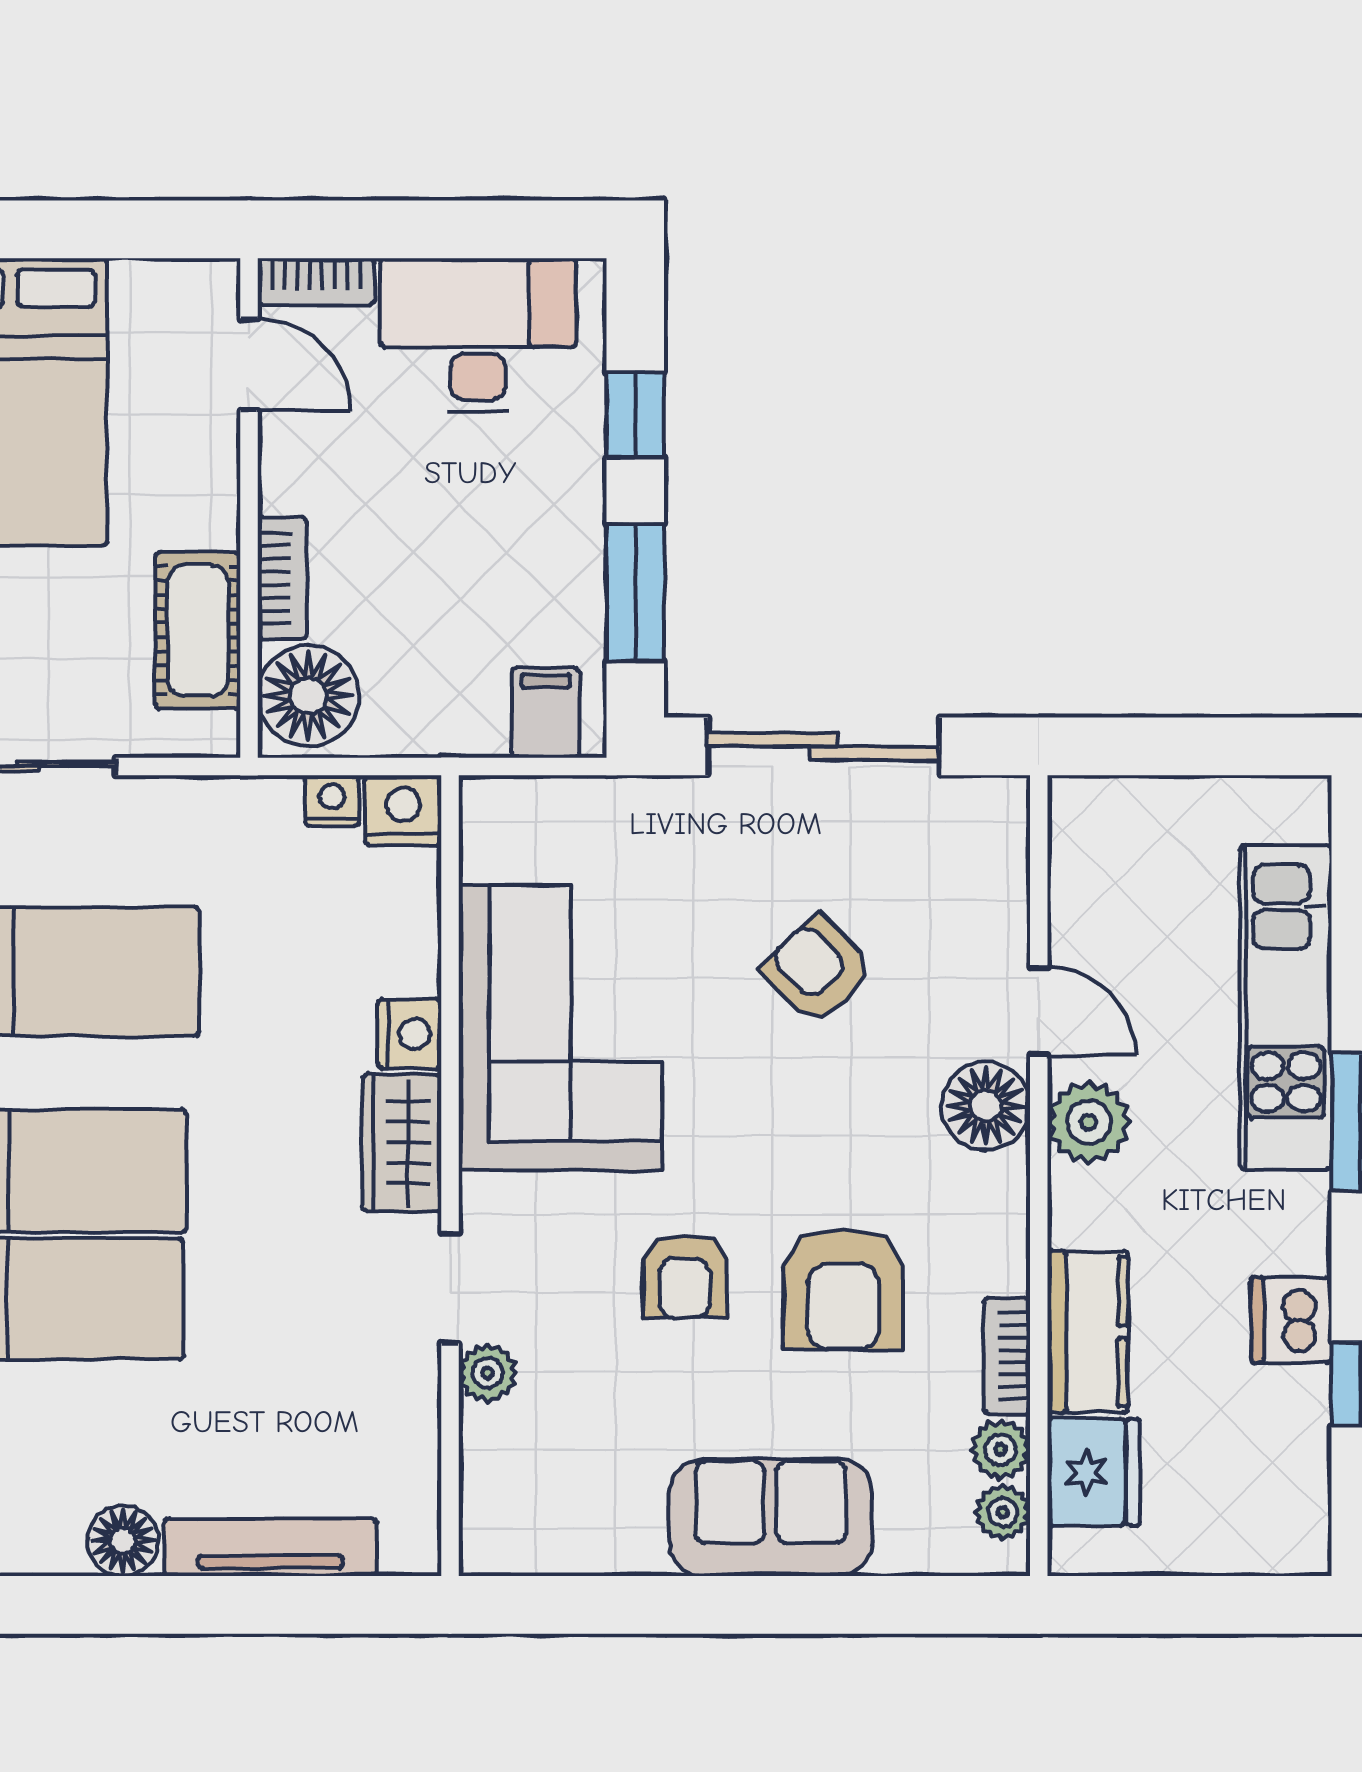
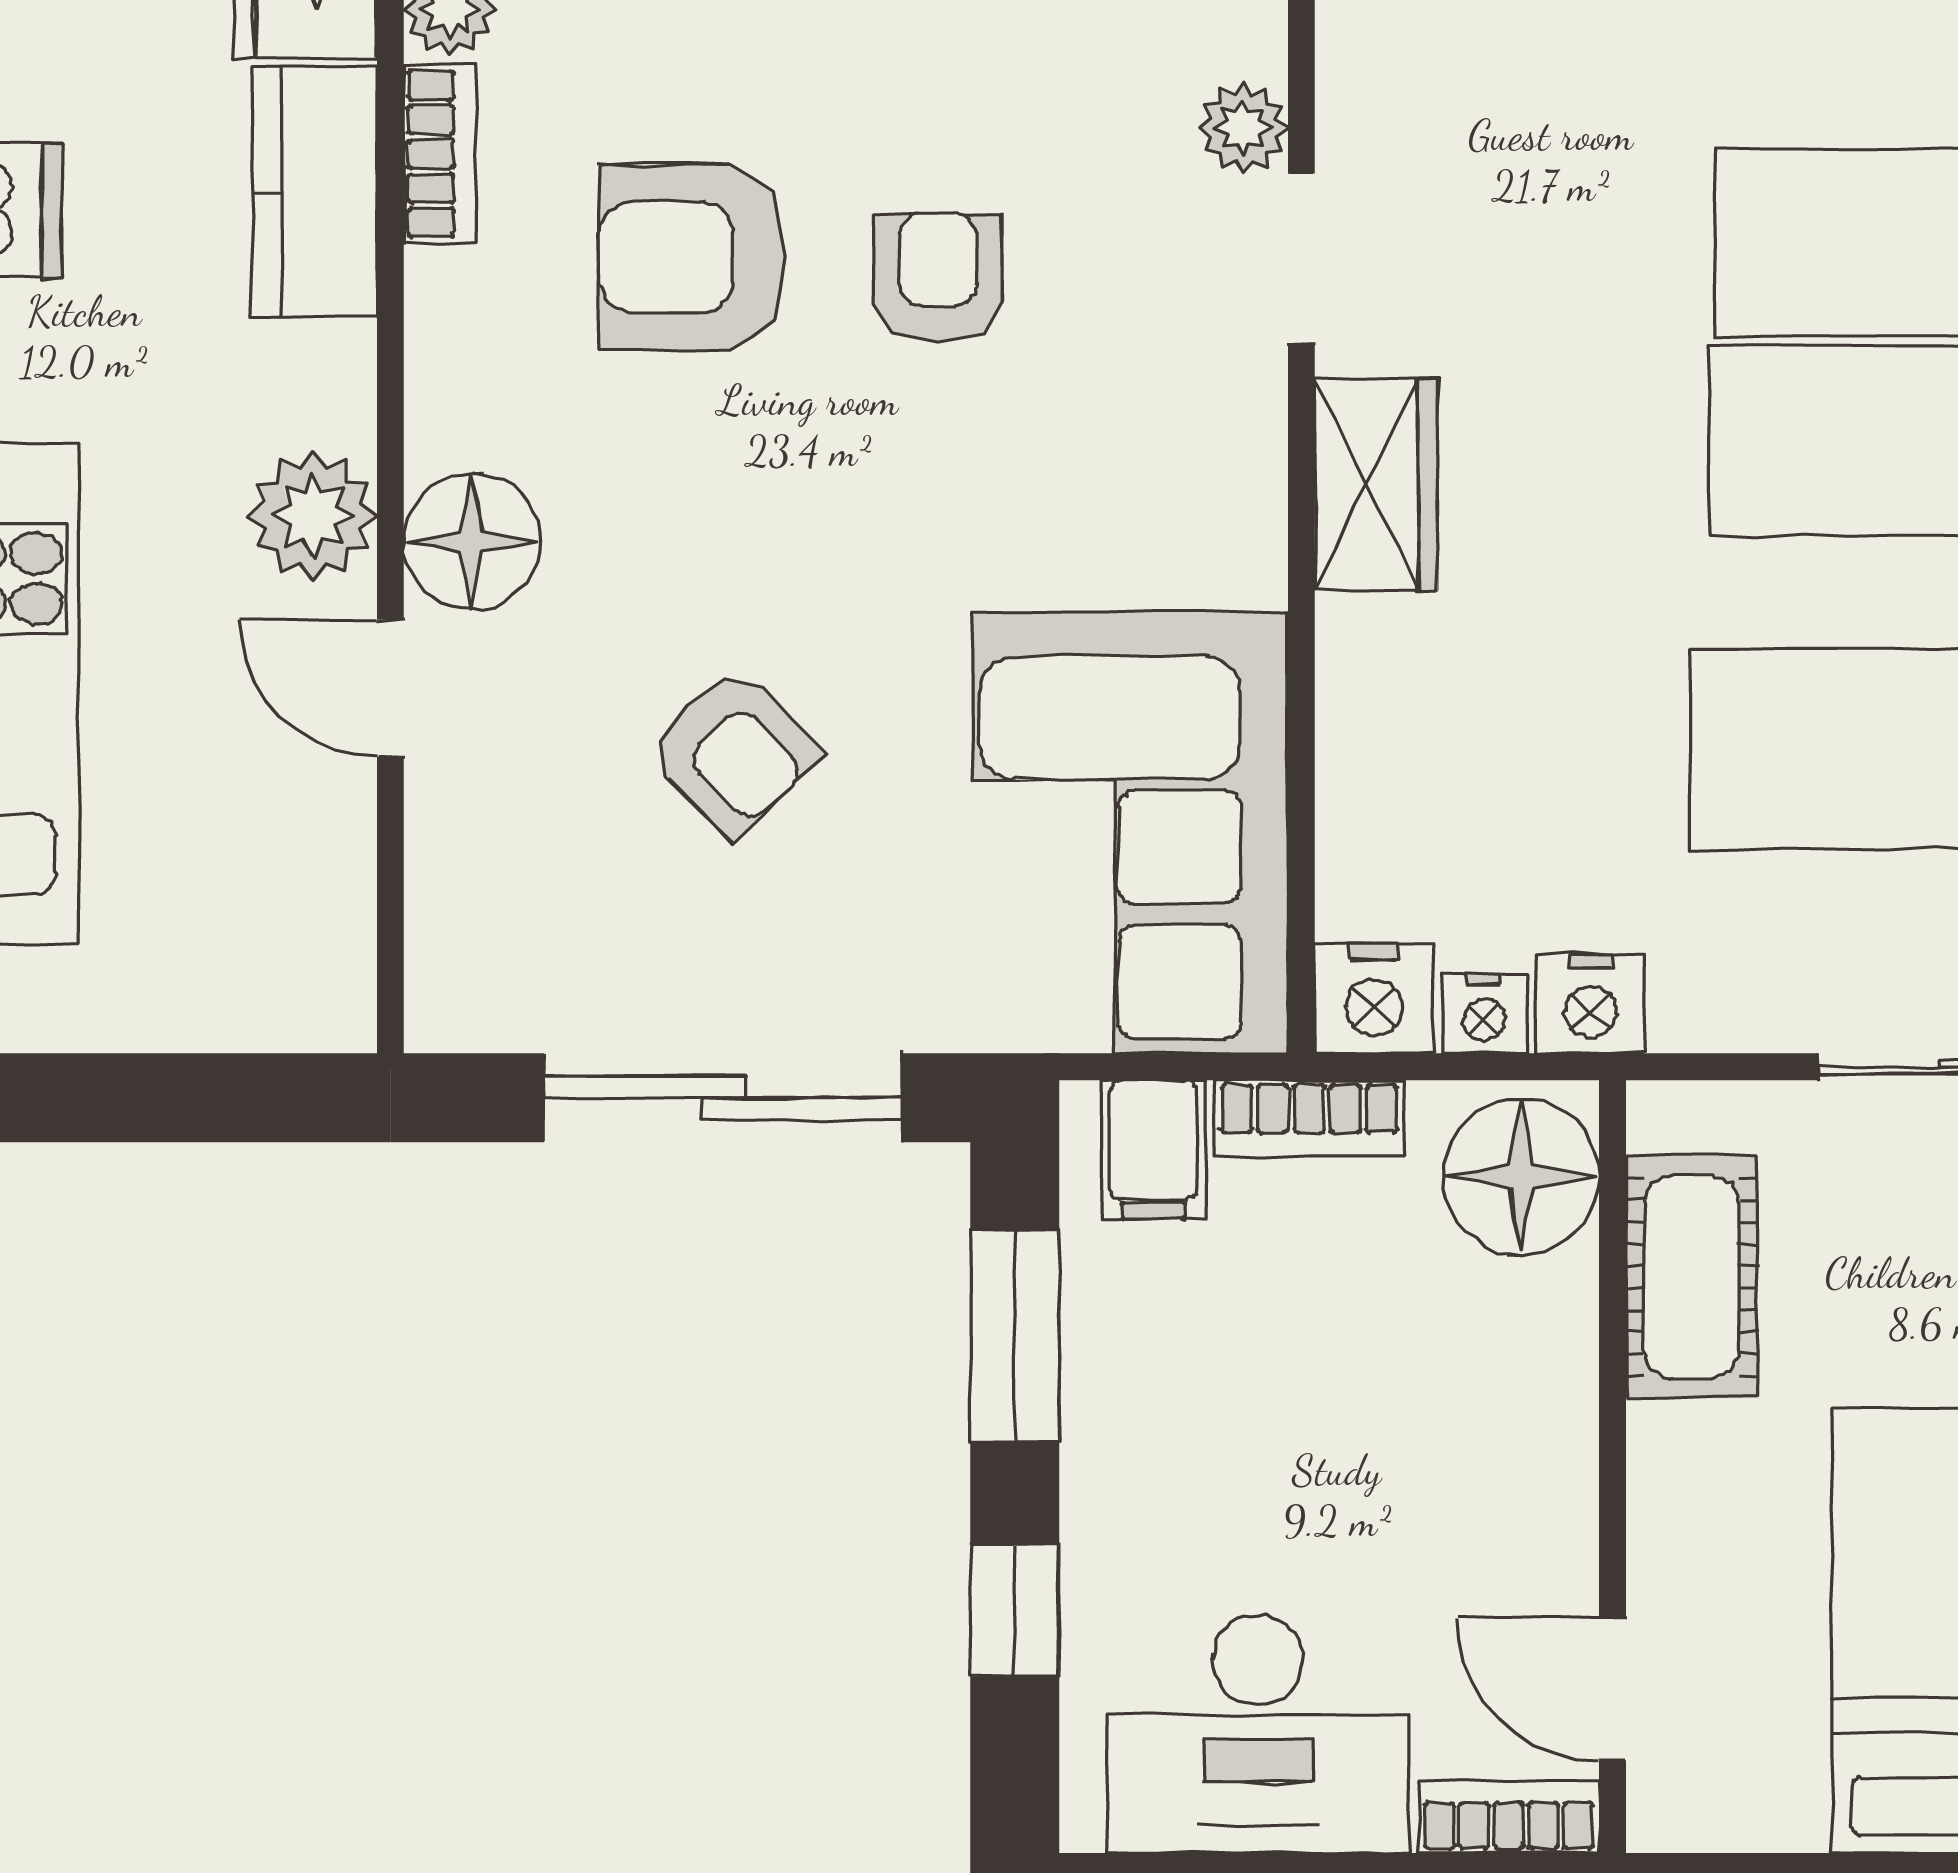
bookcase: (282, 578) -> (1309, 1118), moved, turned -90
corner sofa: (560, 1028) -> (1131, 833), moved
nightstand: (410, 1034) -> (1591, 1004), moved, turned -90
armchair: (843, 1290) -> (693, 257), turned -90

